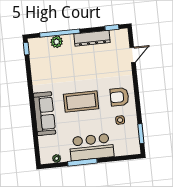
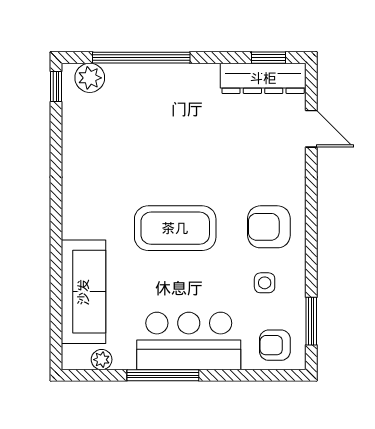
dresser: (92, 38) -> (263, 78), moved
plant: (57, 42) -> (90, 78), moved
door: (133, 55) -> (311, 129), hinge flipped
sofa: (44, 114) -> (83, 292), moved
armchair: (127, 145) -> (275, 345), added

